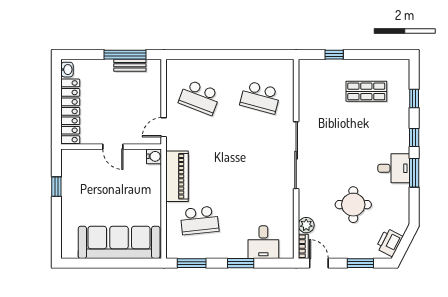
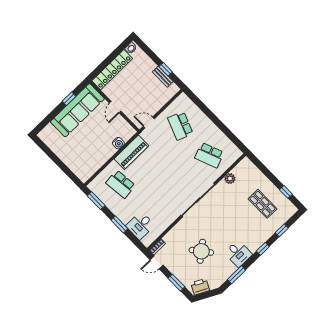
window: (125, 55) -> (166, 69), width x0.46
window: (334, 55) -> (286, 192), moved
school desk: (260, 97) -> (209, 155), turned -36
water cooler: (154, 156) -> (118, 143), moved
window: (414, 173) -> (236, 275), moved
round table: (353, 205) -> (201, 251), turned -38
plant: (306, 225) -> (230, 179), moved
sofa: (119, 242) -> (77, 110), moved, turned 90
door: (319, 263) -> (157, 262), swing flipped

